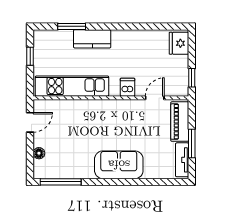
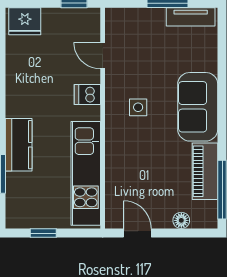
piano: (180, 122) -> (205, 171), moved, turned 90
side table: (118, 123) -> (138, 107), added

